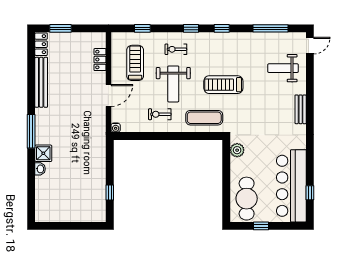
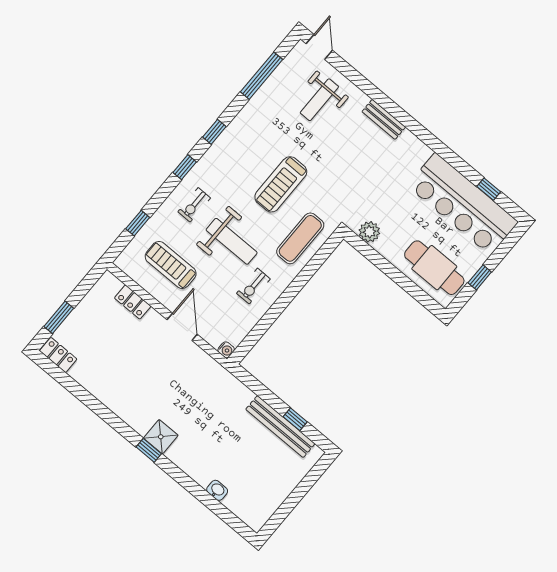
bench: (41, 82) -> (280, 427), moved
window: (31, 131) -> (149, 450), width x0.46
shower: (43, 153) -> (161, 437), moved
washbasin: (40, 169) -> (217, 490), moved

